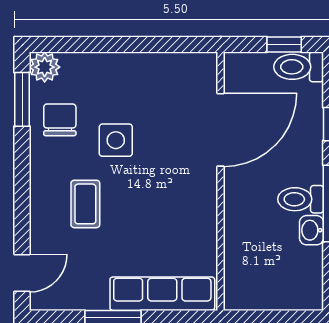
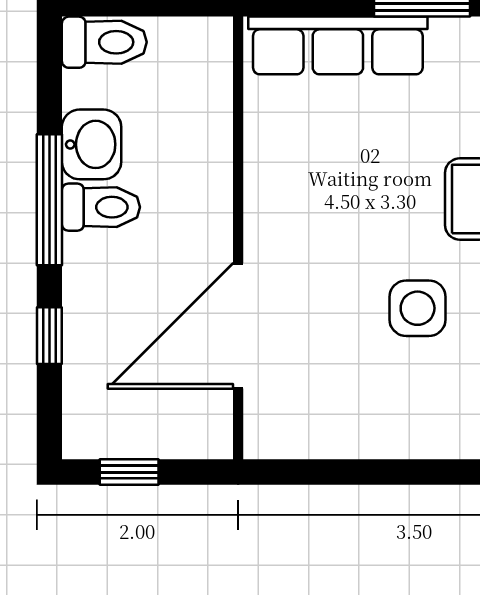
toilet: (299, 67) -> (104, 42), moved
washbasin: (311, 230) -> (92, 144), width x1.38, depth x1.45

